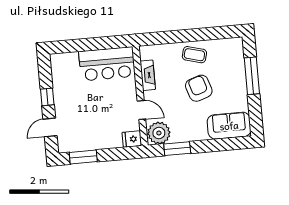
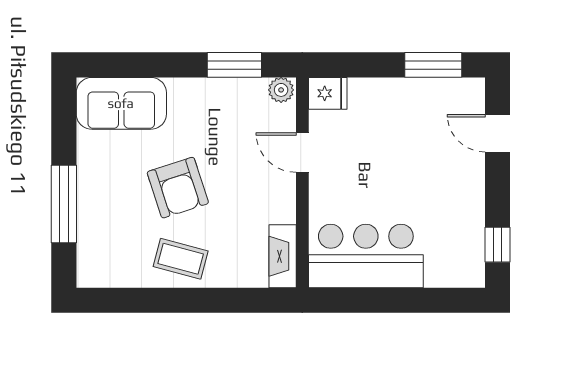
fireplace: (148, 75) -> (283, 256), moved
window: (47, 97) -> (497, 245), moved
door: (50, 127) -> (497, 133), swing flipped
plant: (159, 133) -> (281, 90), width x0.53, depth x0.53

